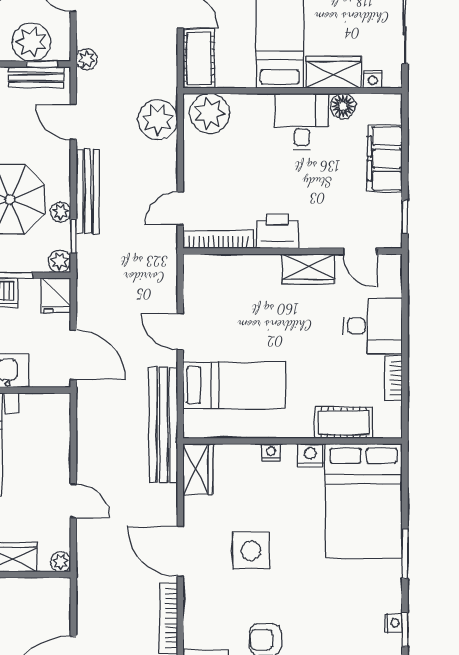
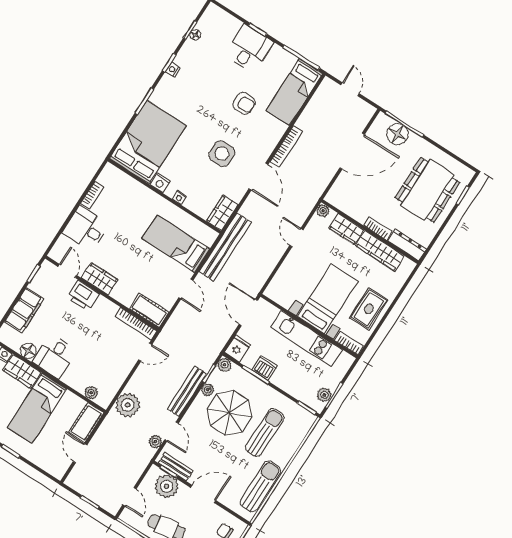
plant: (87, 59) -> (155, 442), moved
plant: (209, 113) -> (91, 393), width x0.53, depth x0.53
printer: (277, 231) -> (83, 296), moved
cot: (344, 423) -> (149, 310), moved

